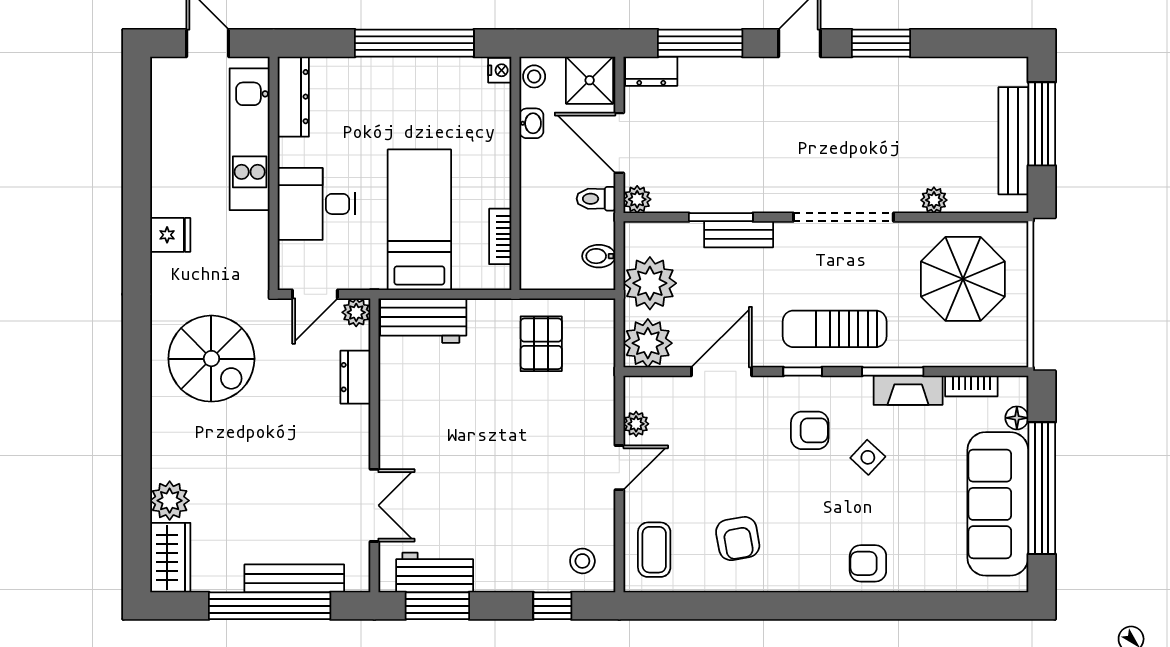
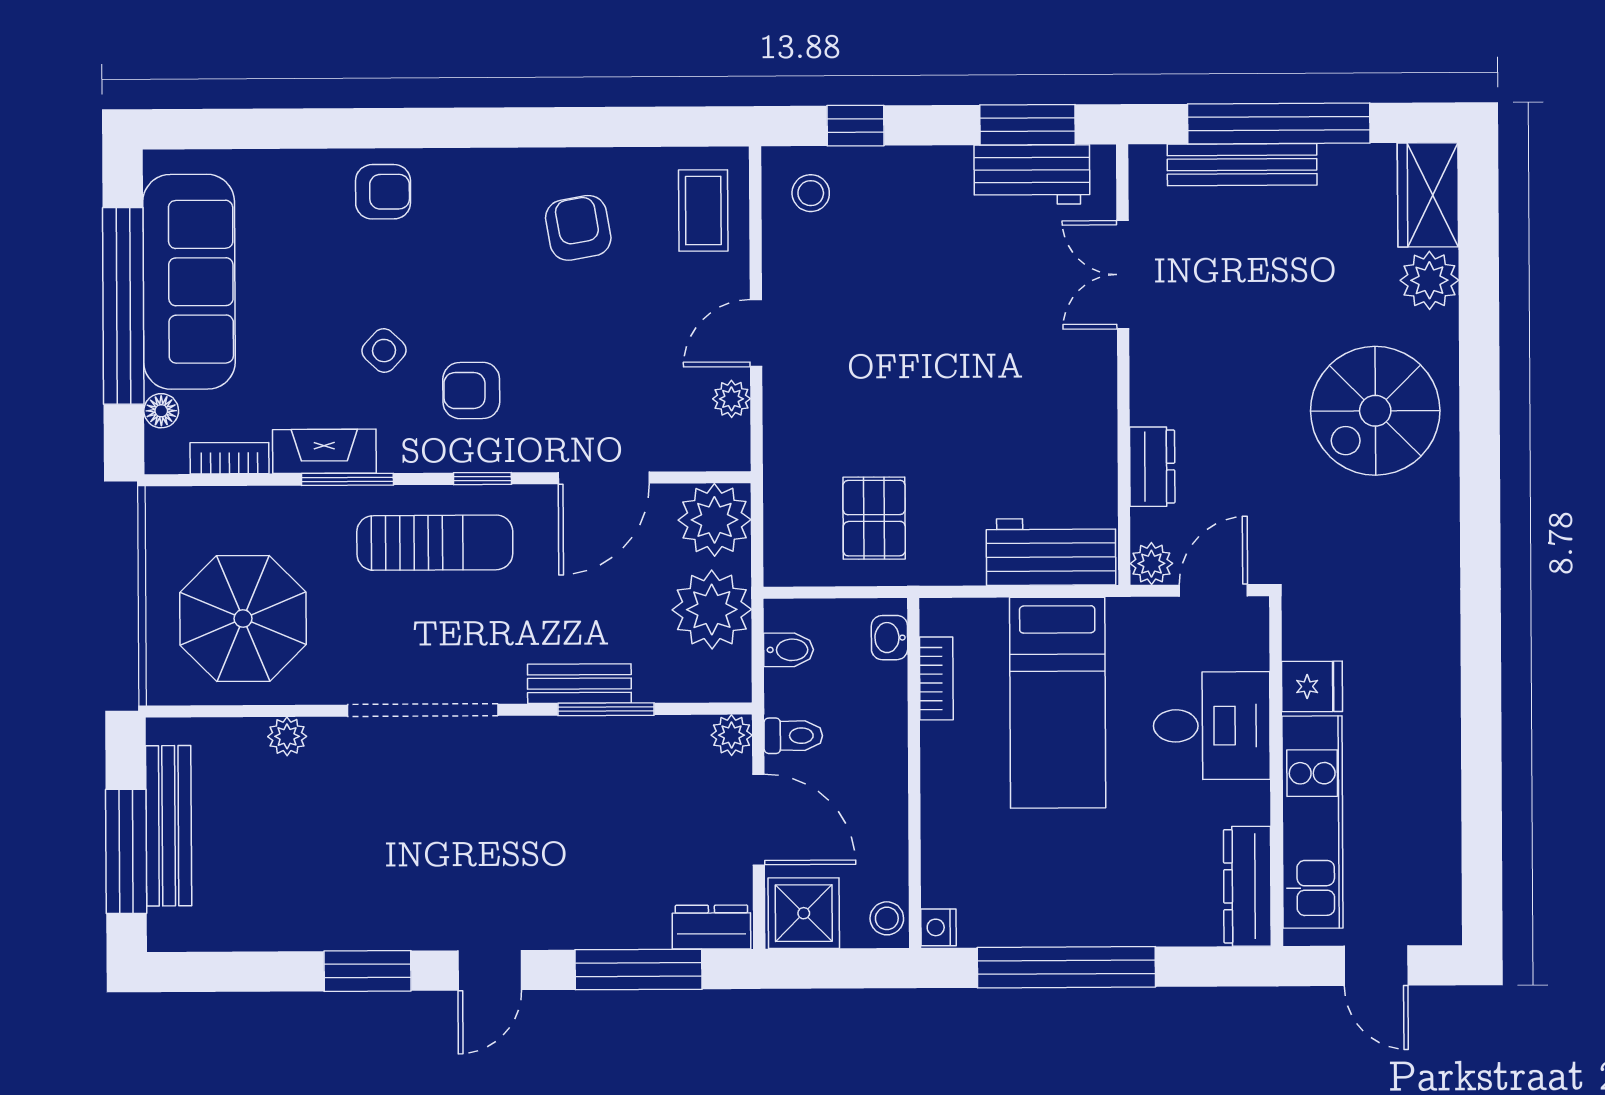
washbasin: (531, 123) -> (889, 638), moved
fridge: (170, 235) -> (1312, 686), moved, turned 180
spiral stairs: (211, 359) -> (1375, 411), moved, turned -90

